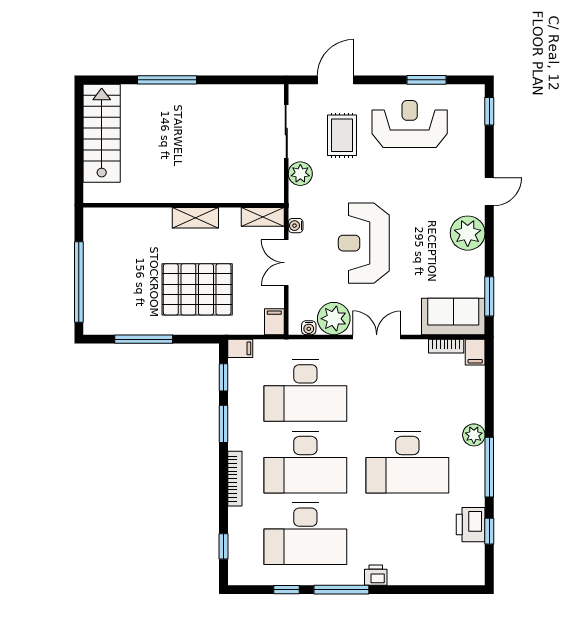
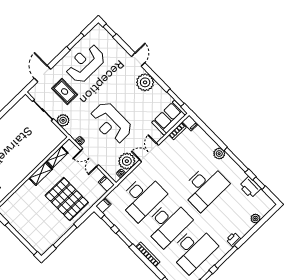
shelving: (263, 217) -> (57, 157), moved
pallet: (197, 289) -> (67, 199), turned 90
plant: (435, 576) -> (255, 219), added

